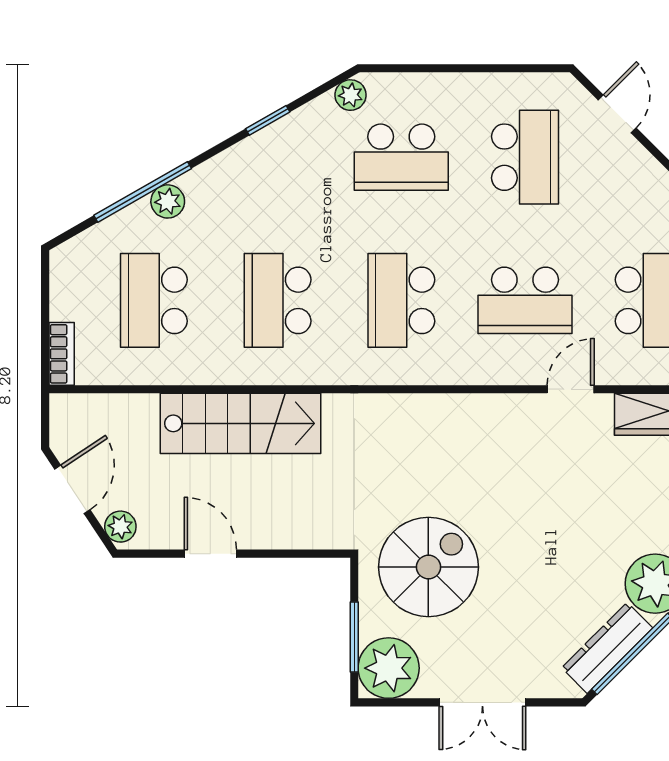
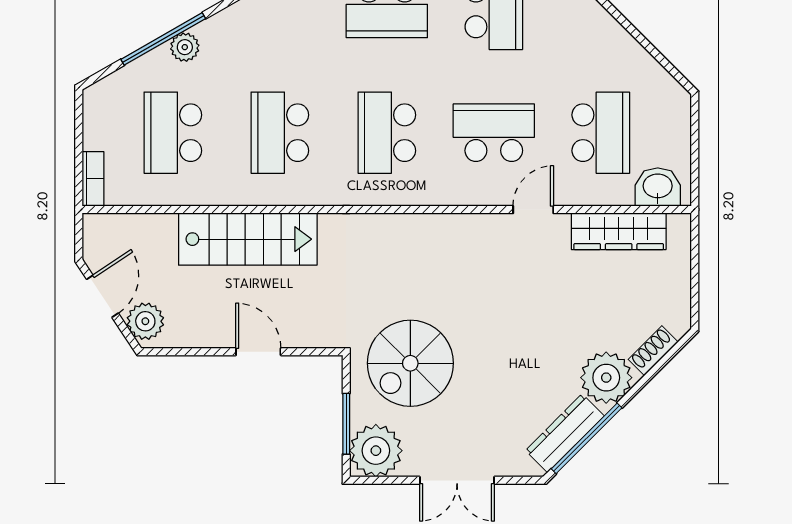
school desk: (525, 300) -> (494, 133), turned 180
plant: (120, 527) -> (145, 321), width x1.38, depth x1.38
door: (210, 554) -> (258, 352), moved
spiral stairs: (428, 567) -> (410, 363), turned 180

